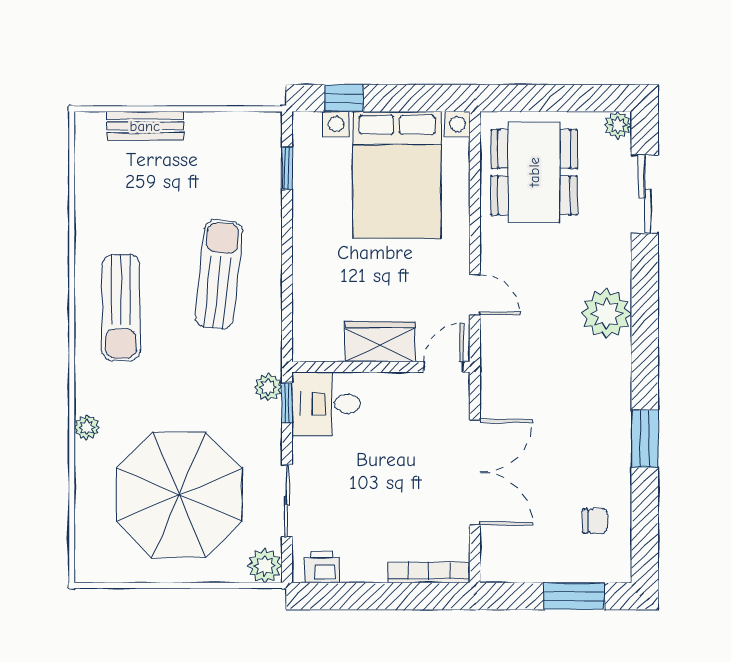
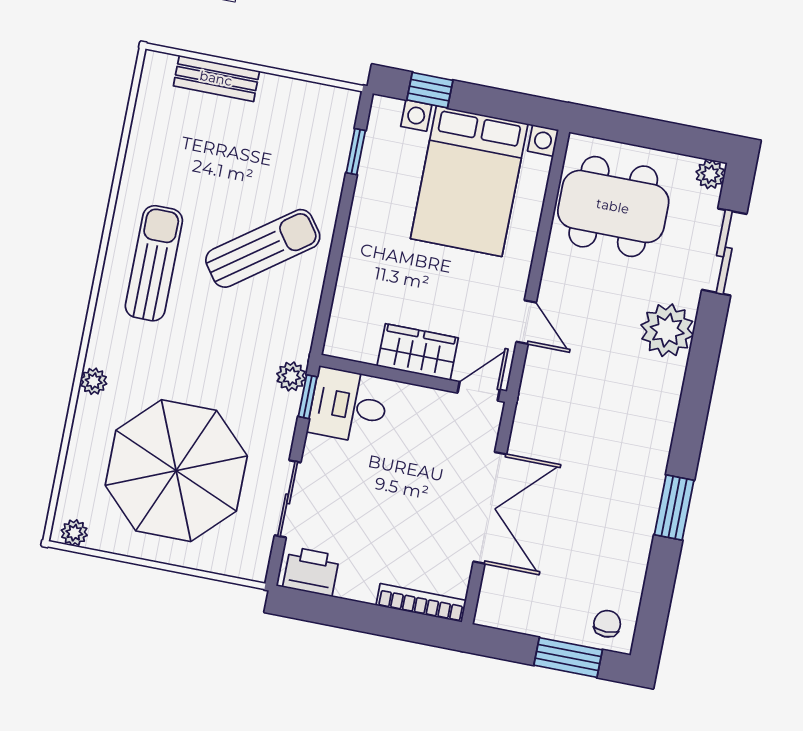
dining table: (534, 172) -> (613, 206), turned 90
sun lounger: (219, 274) -> (263, 248), turned 48
sun lounger: (121, 308) -> (154, 263), turned 180
plant: (606, 314) -> (667, 330), moved
chair: (595, 521) -> (607, 624), moved, turned -90
plant: (265, 566) -> (74, 533), moved, width x0.73, depth x0.73
printer: (322, 567) -> (311, 572), width x1.36, depth x1.24

